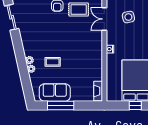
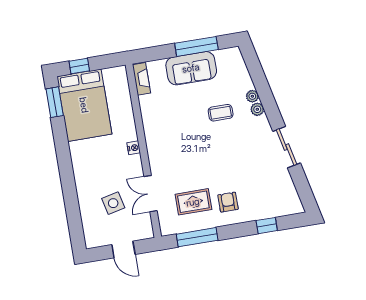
sliding door: (12, 17) -> (287, 147), moved
double door: (104, 19) -> (151, 194), swing flipped
sofa: (55, 92) -> (191, 68), moved

